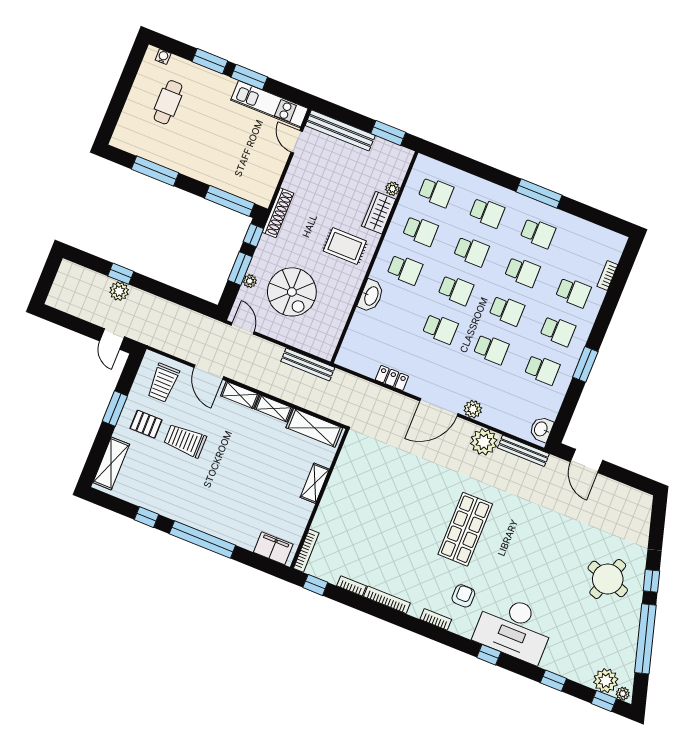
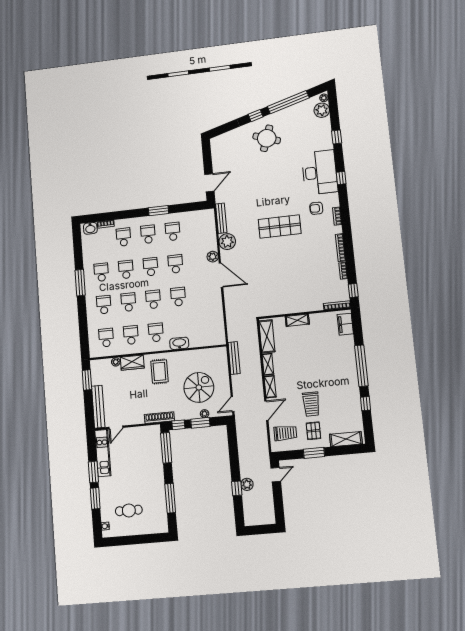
locker: (392, 378) -> (218, 309), removed
washbasin: (541, 429) -> (90, 228), moved
window: (604, 701) -> (333, 105), removed

